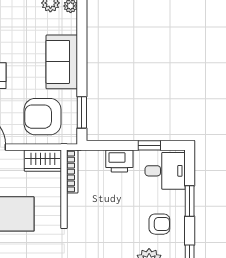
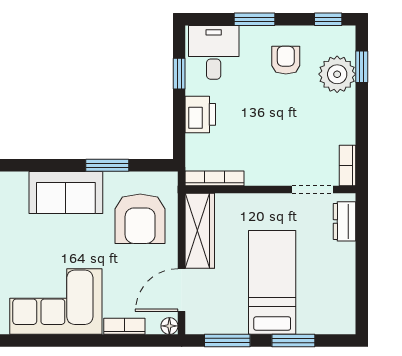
window: (82, 112) -> (107, 165), moved
wardrobe: (43, 161) -> (200, 231), width x1.50

